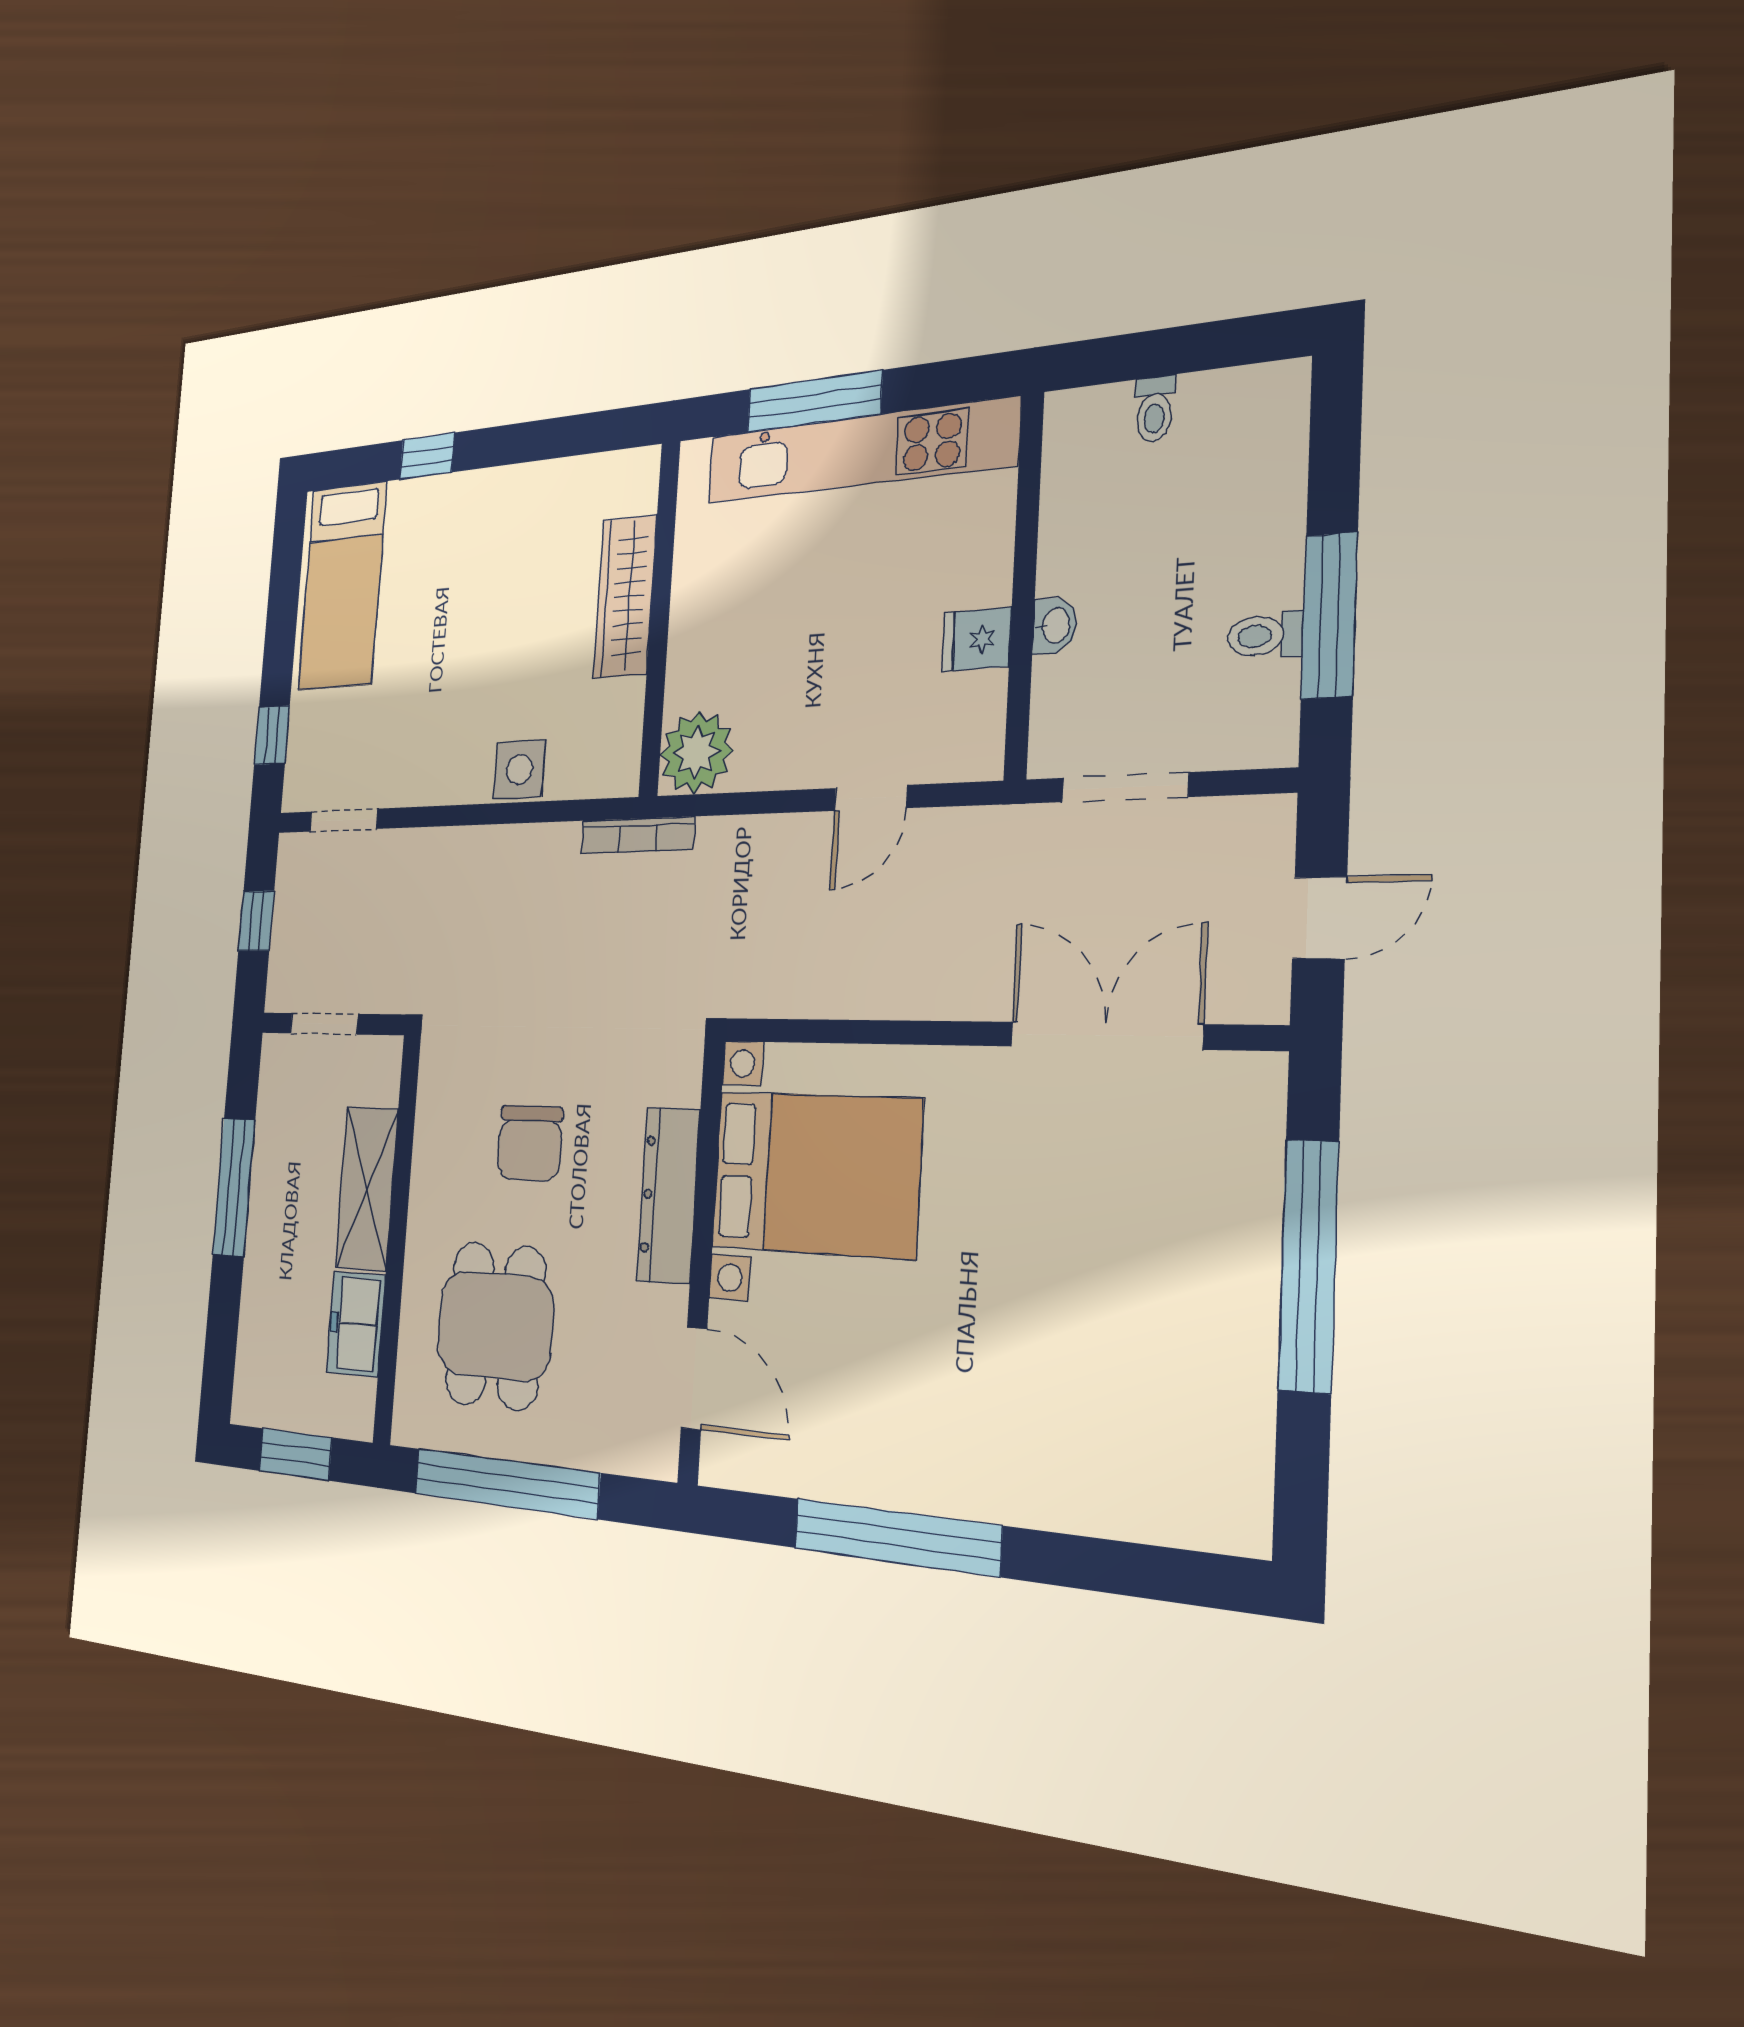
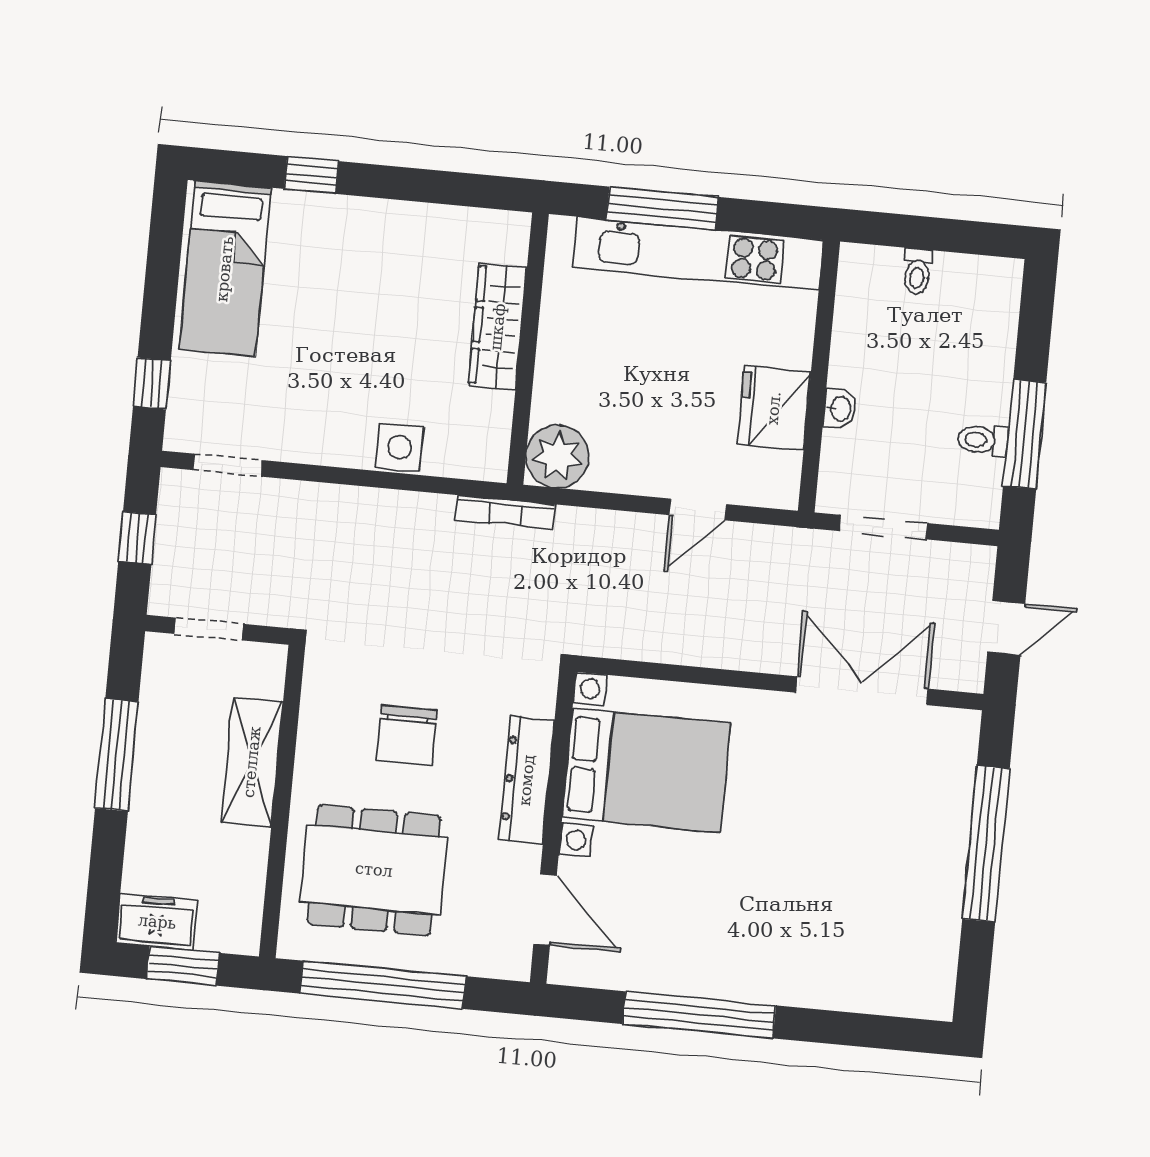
fridge: (977, 639) -> (774, 408), width x1.88, depth x1.34
freezer: (356, 1324) -> (157, 922), moved, turned 90
dining table: (495, 1326) -> (374, 870), width x1.38

